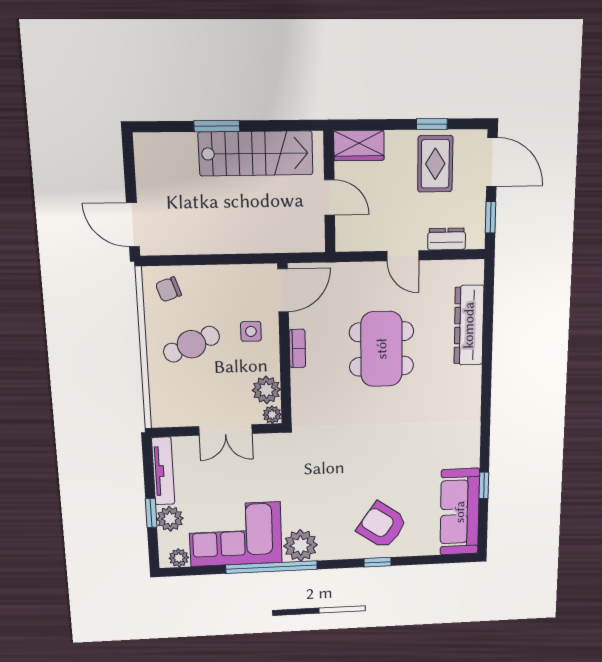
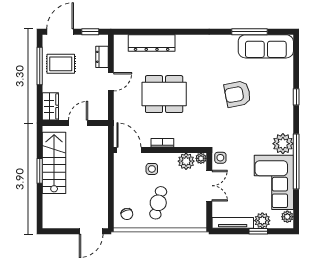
window: (432, 124) -> (40, 66), width x2.17
window: (217, 126) -> (40, 171), moved
cafe table: (191, 344) -> (158, 203), turned 37
side table: (274, 447) -> (220, 158), added
window: (484, 485) -> (249, 32), width x2.17
armchair: (382, 525) -> (237, 94), moved, turned 44

